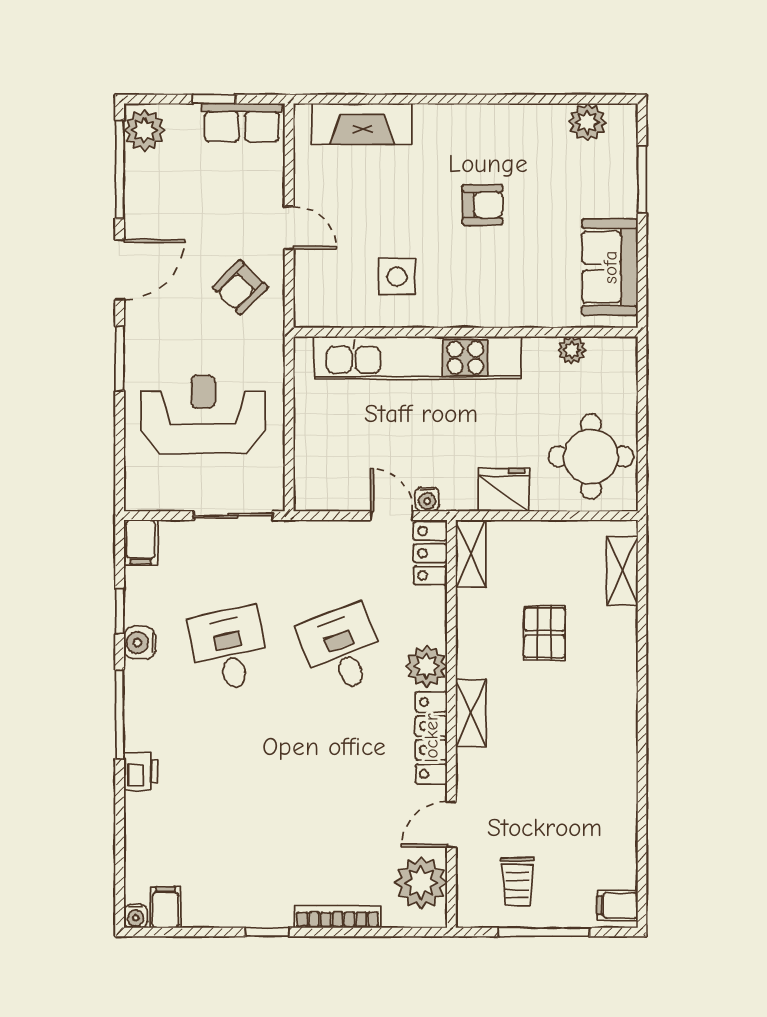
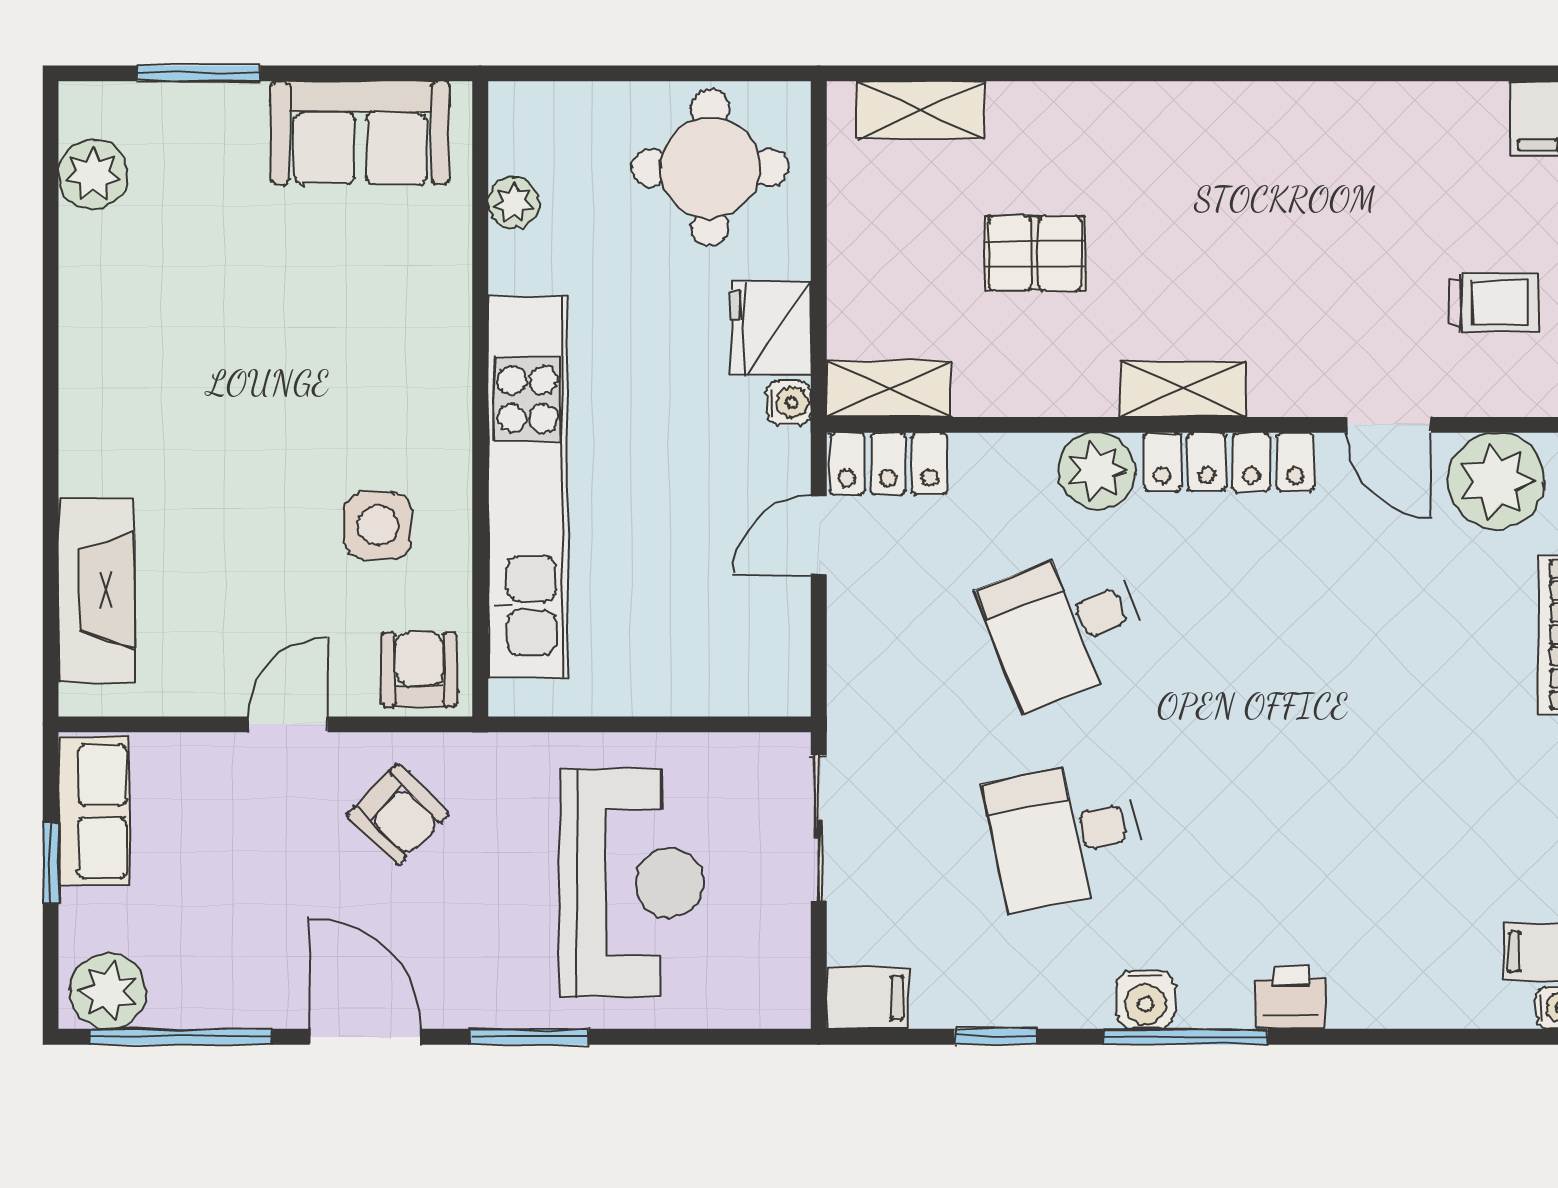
armchair: (482, 205) -> (419, 669), moved
reception desk: (203, 414) -> (632, 883), turned 180
water cooler: (427, 499) -> (789, 403), moved
water cooler: (140, 643) -> (1146, 1000), moved

